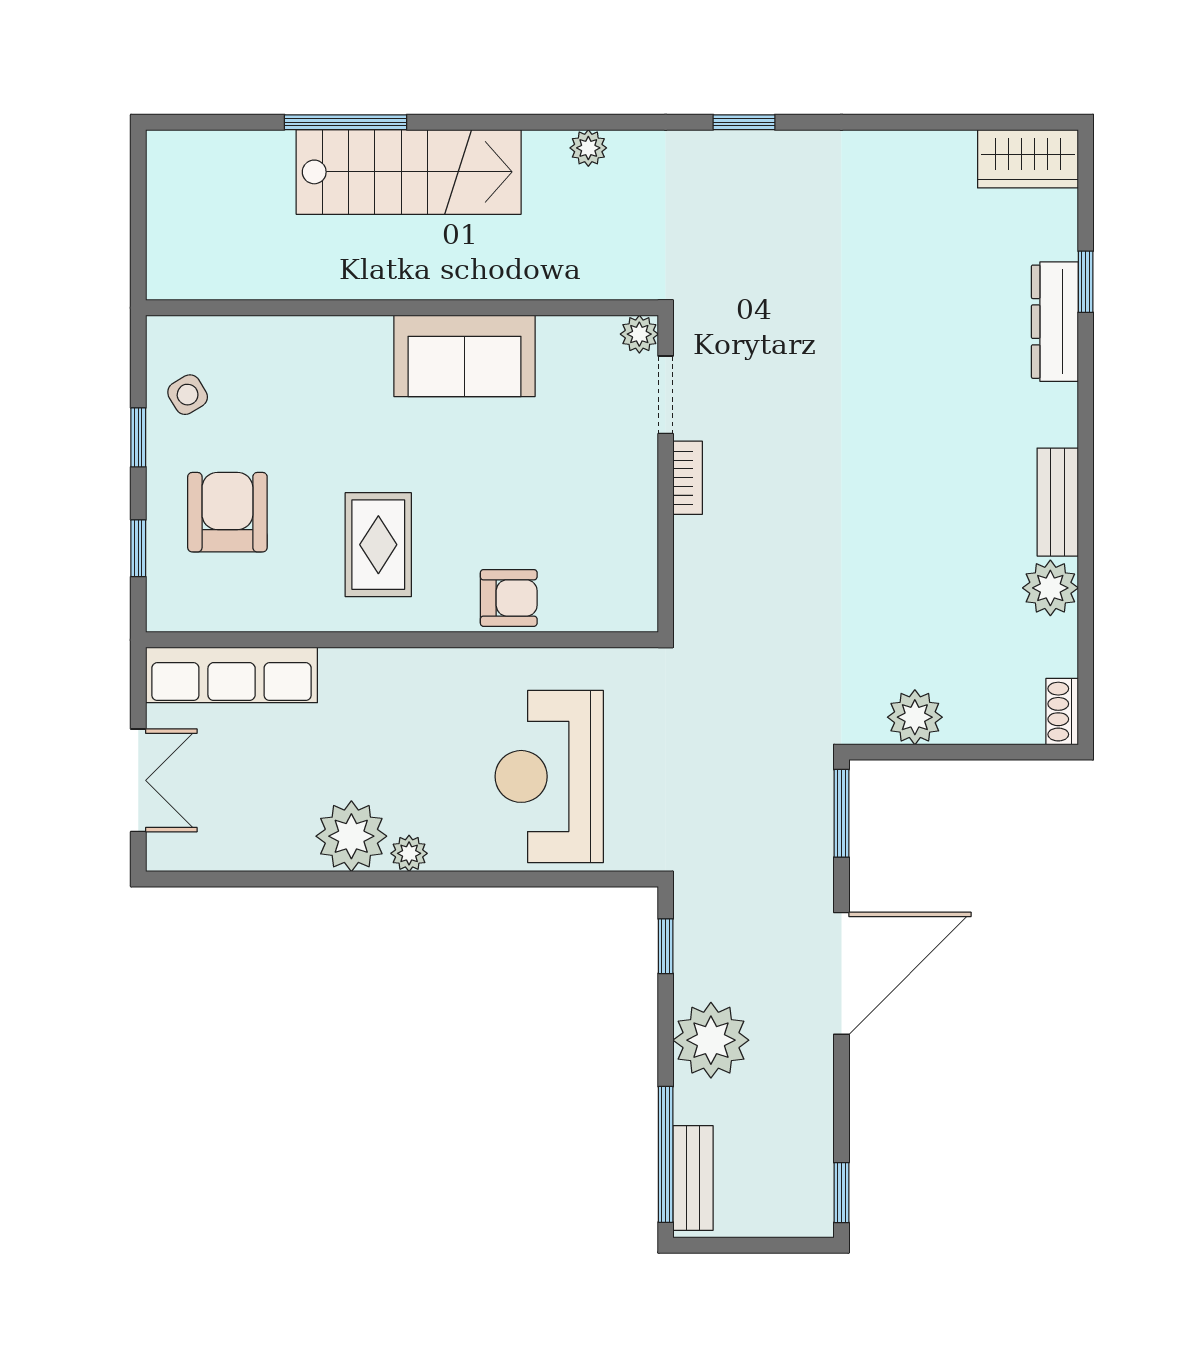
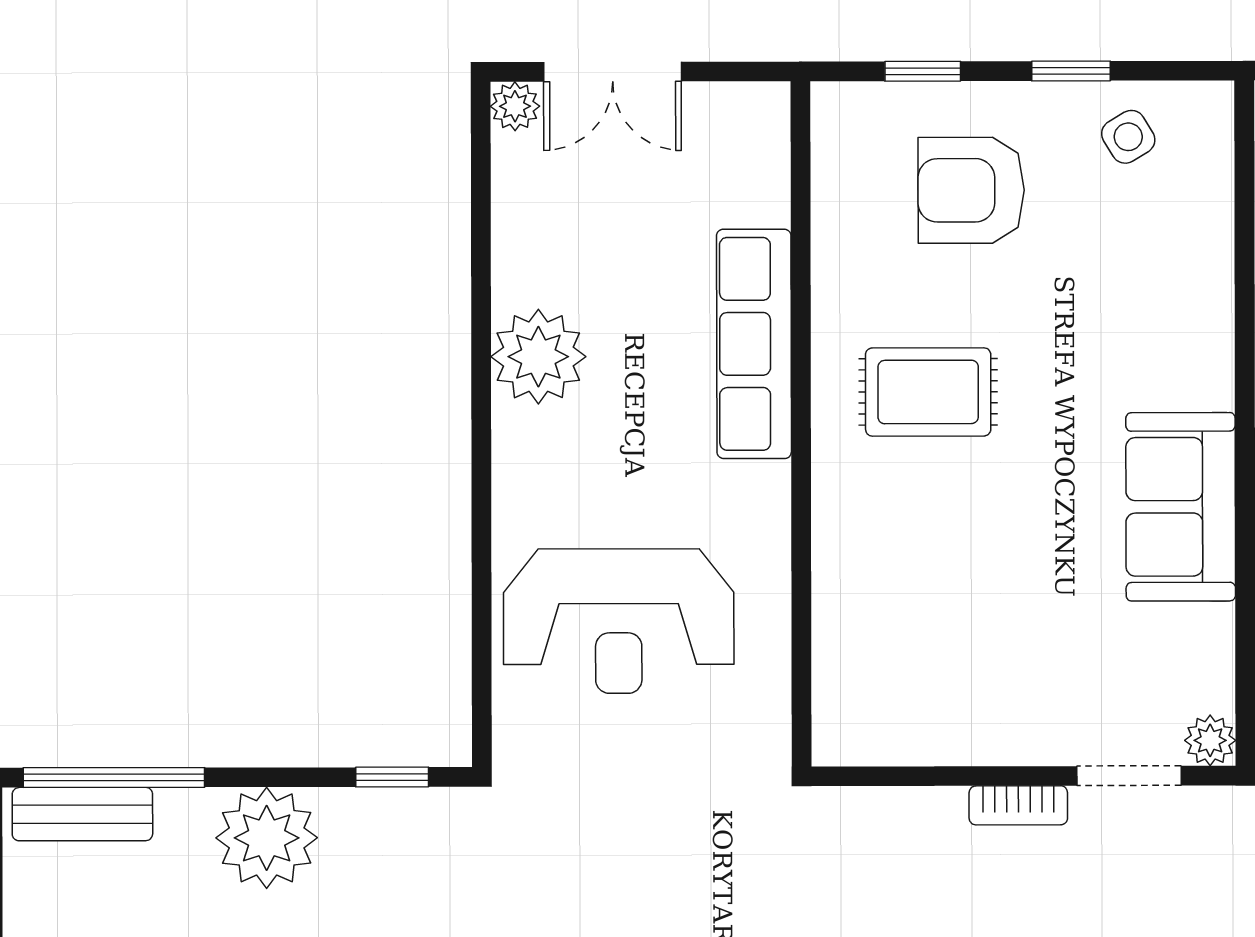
armchair: (227, 512) -> (971, 190), turned 180
armchair: (509, 598) -> (857, 566), removed
row of seats: (232, 675) -> (754, 344), moved
reception desk: (549, 776) -> (619, 621), turned 180
plant: (409, 853) -> (515, 106), moved

